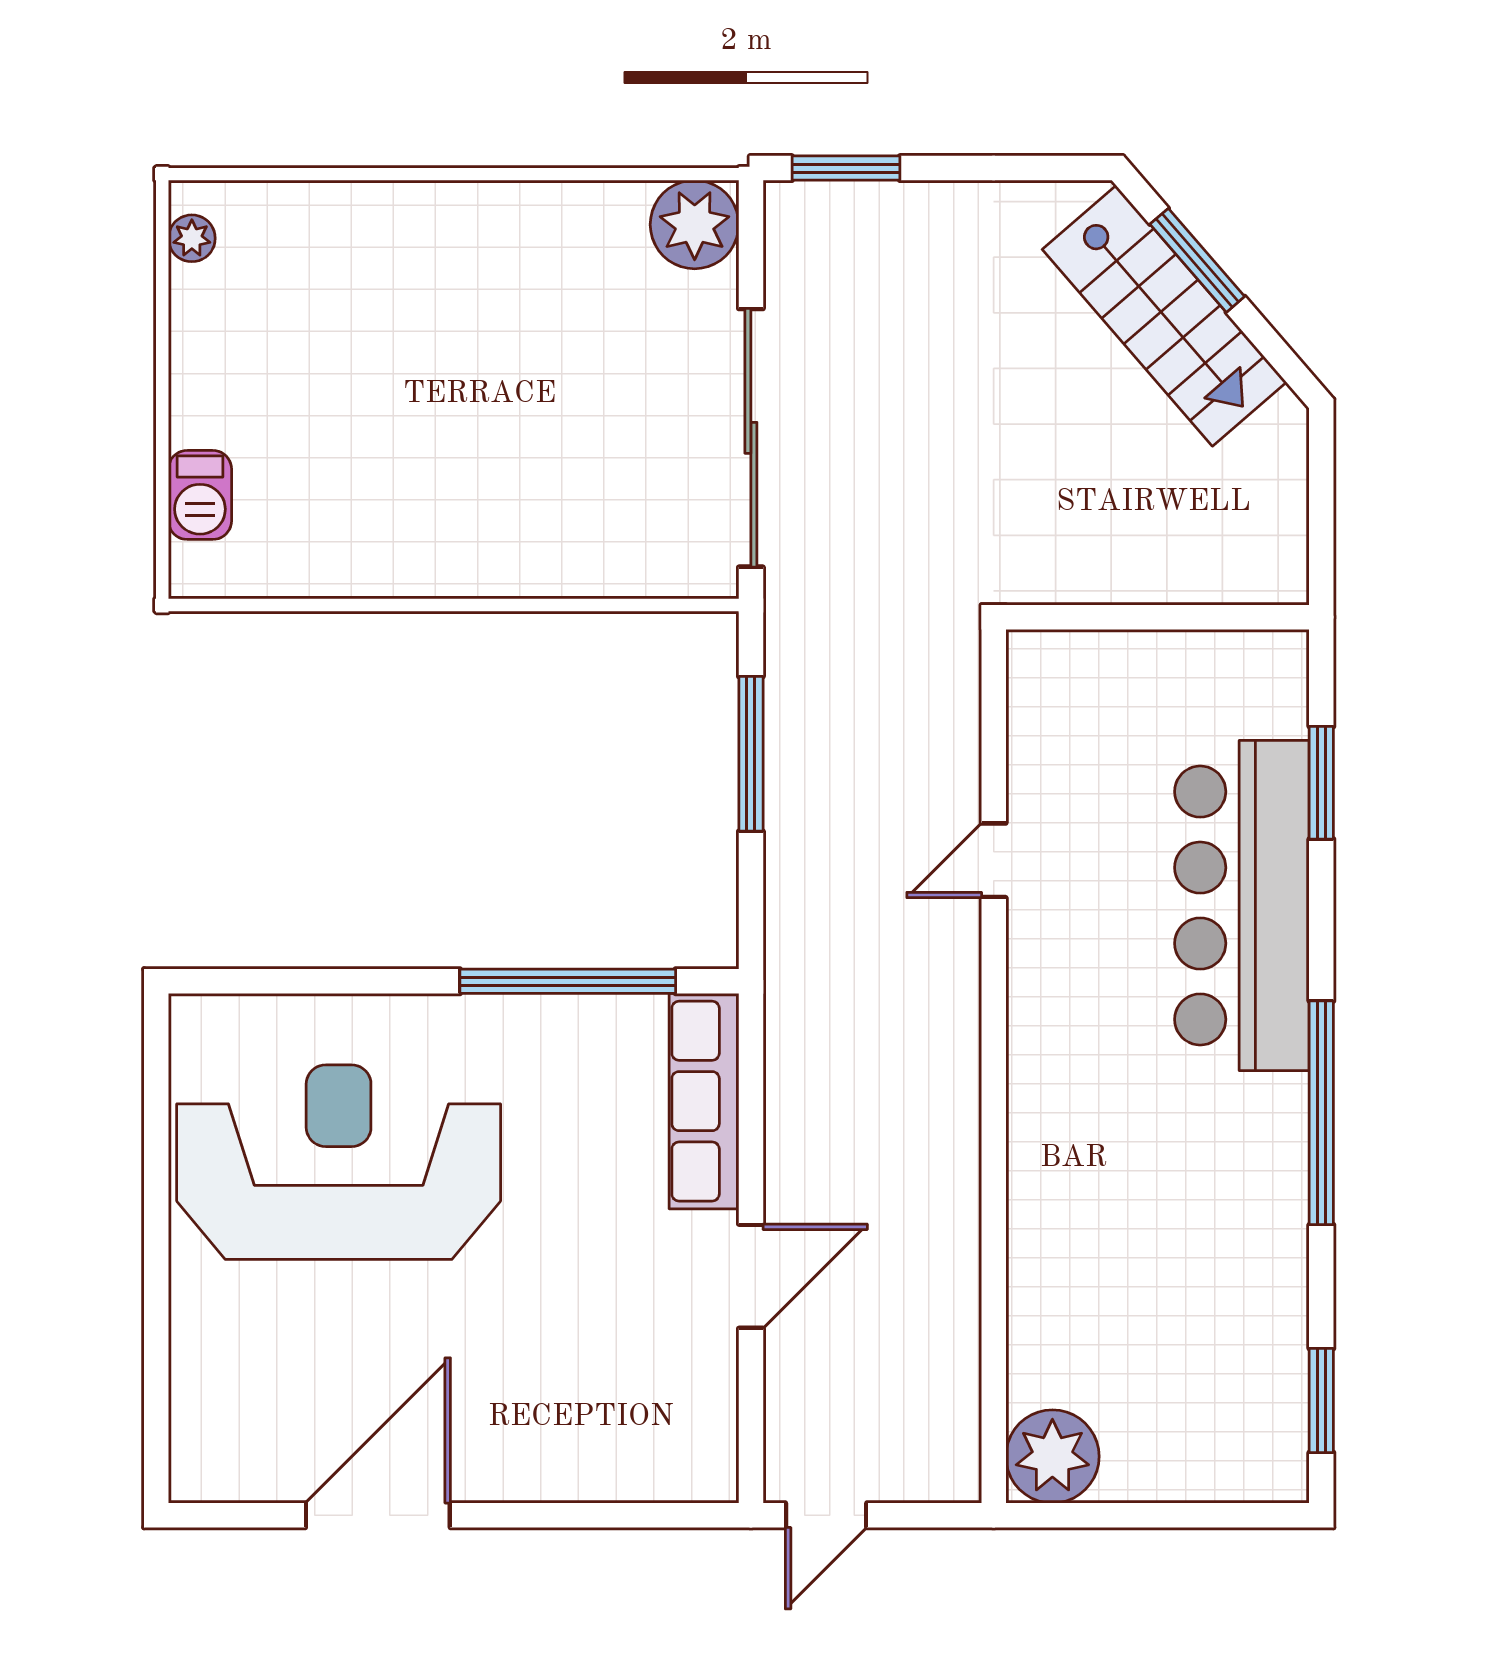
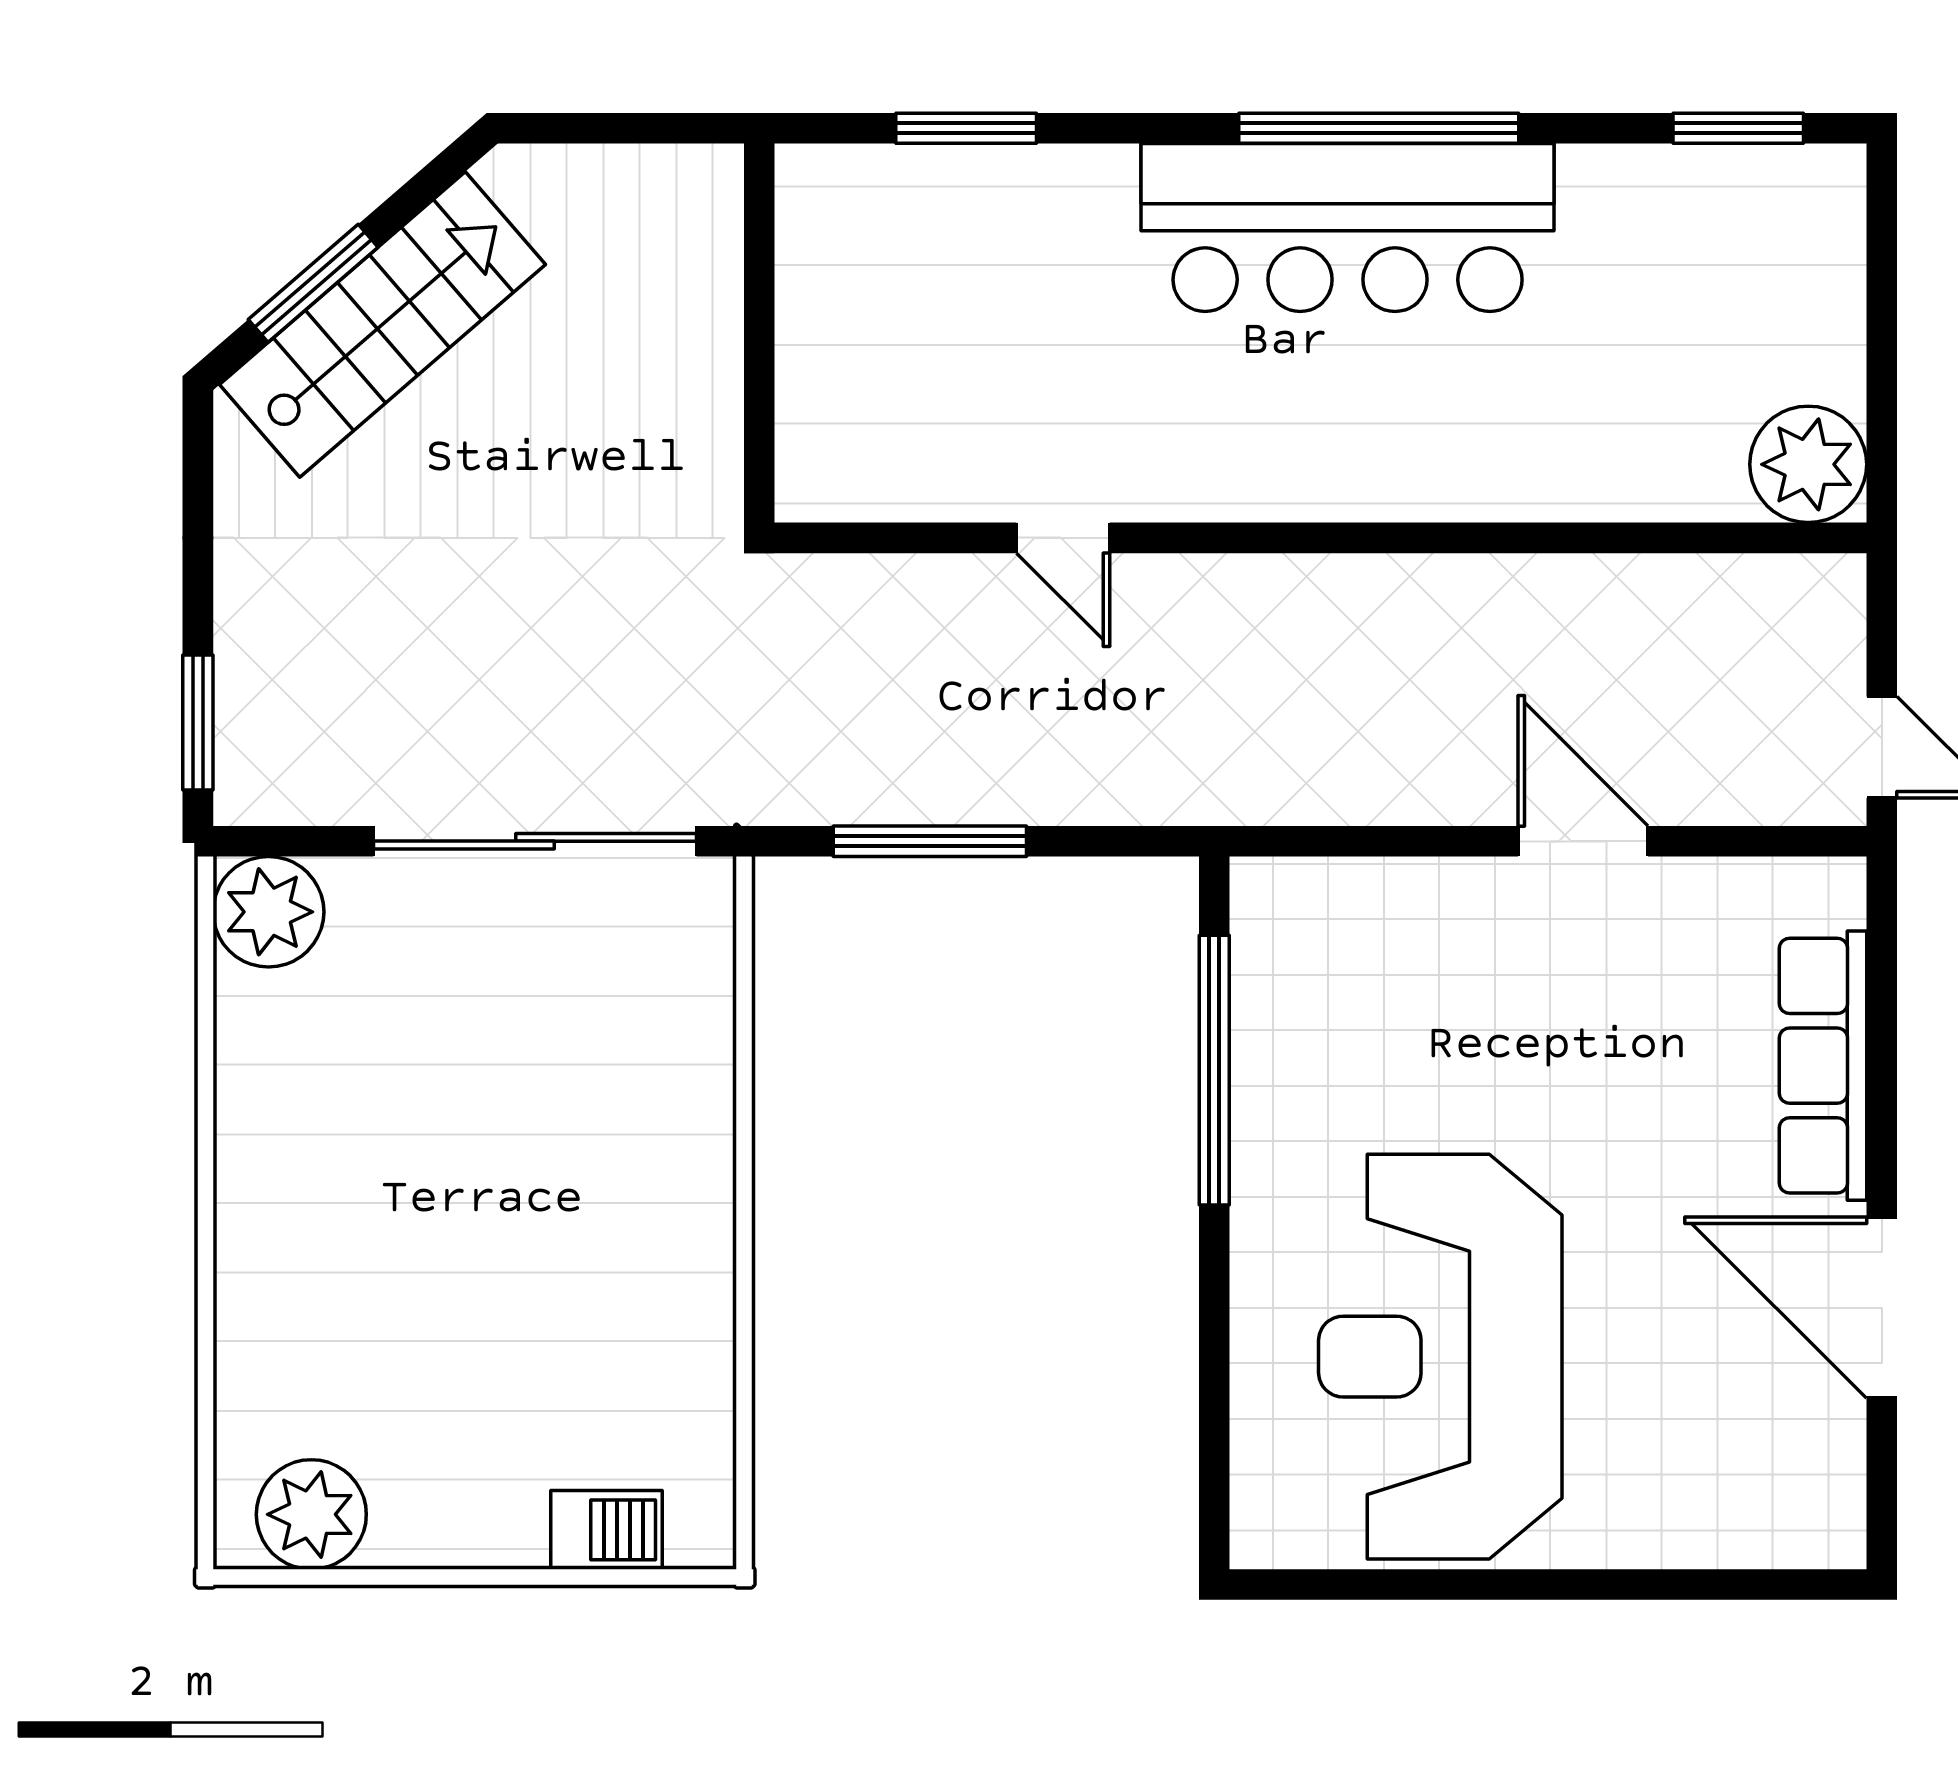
plant: (192, 238) -> (311, 1514), width x1.88, depth x1.88
bar counter: (1242, 906) -> (1348, 228), moved
row of seats: (704, 1101) -> (1823, 1066), moved, turned 90

